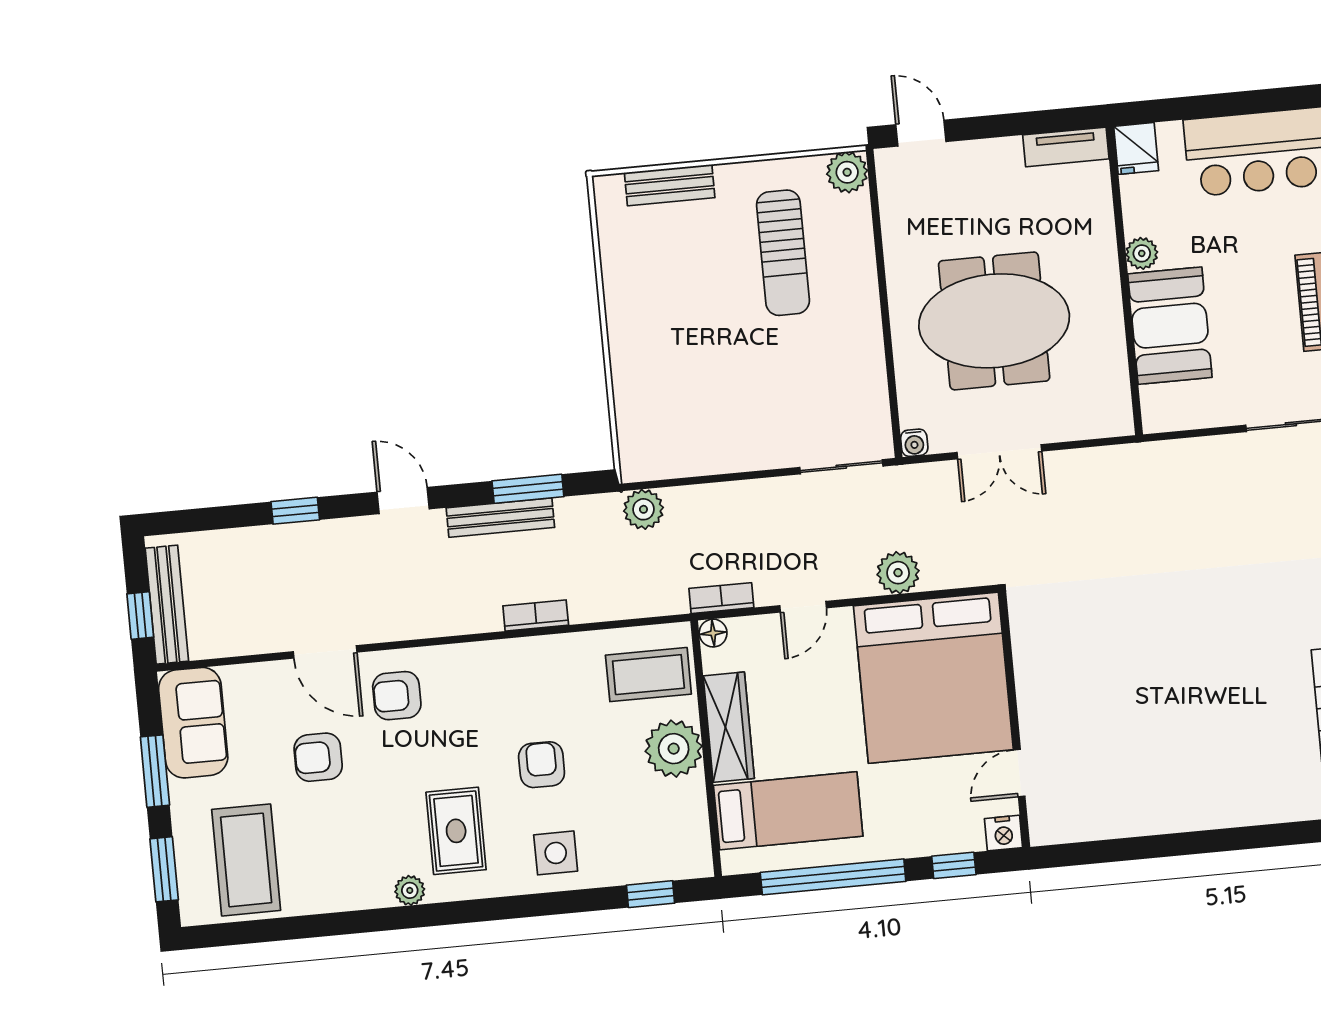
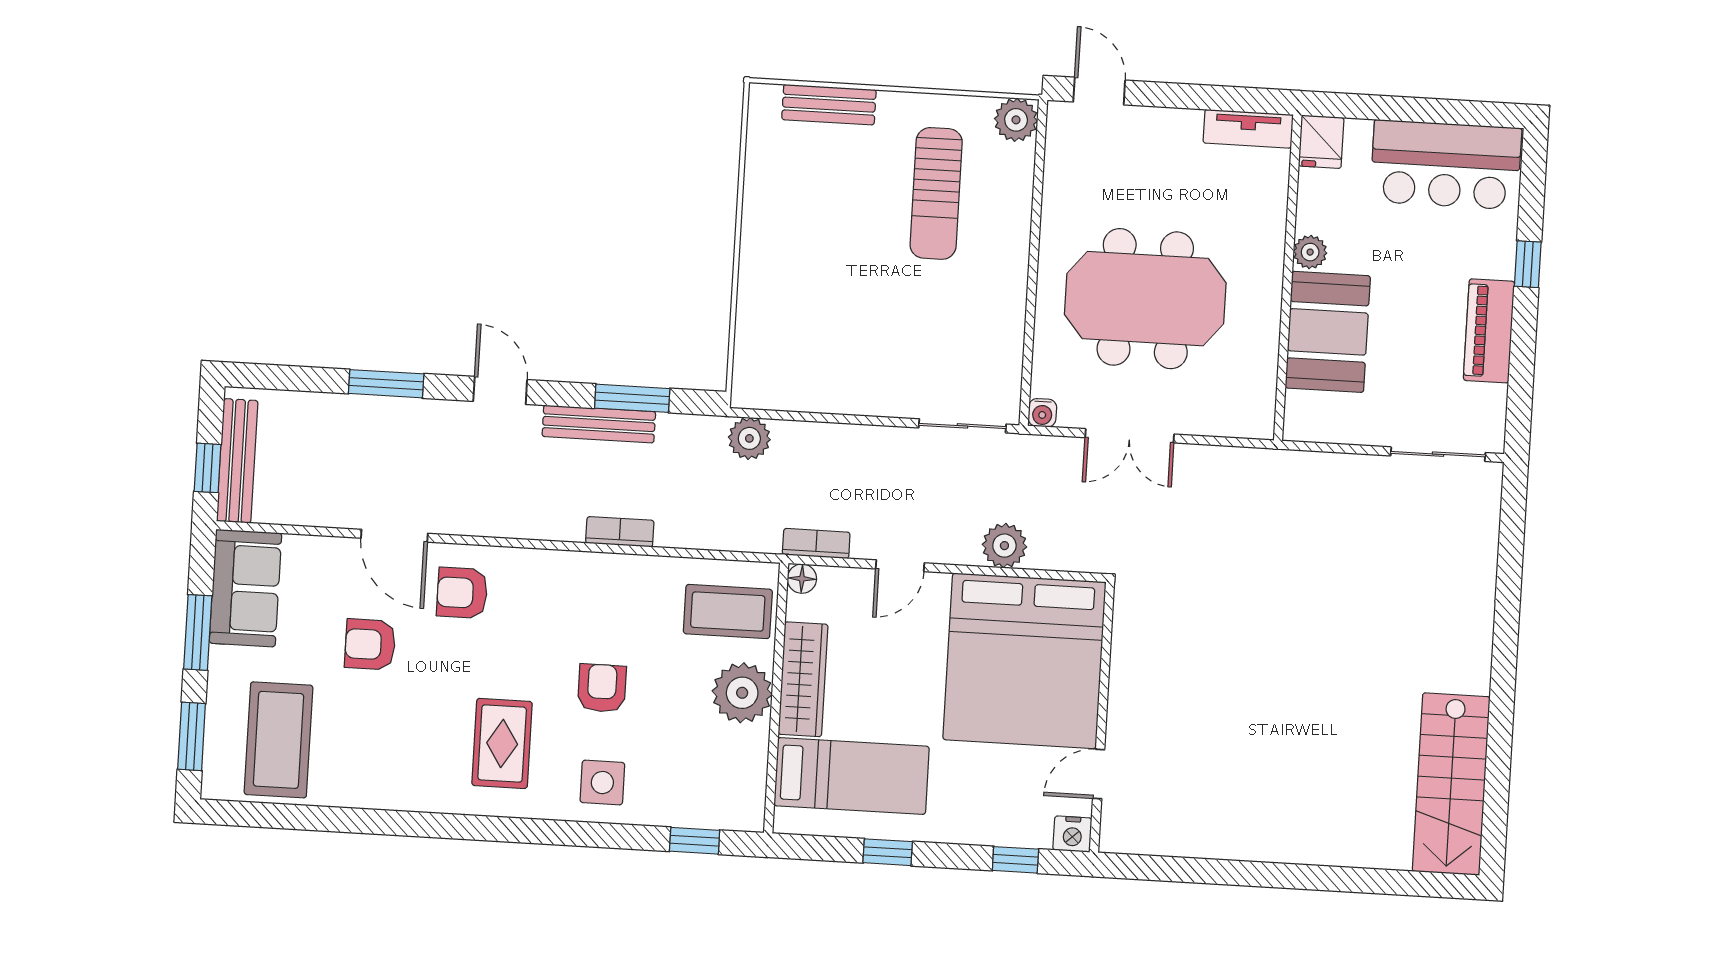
window: (295, 511) -> (386, 384), width x1.50
window: (833, 877) -> (888, 852), width x0.32
plant: (410, 890) -> (444, 798), removed

